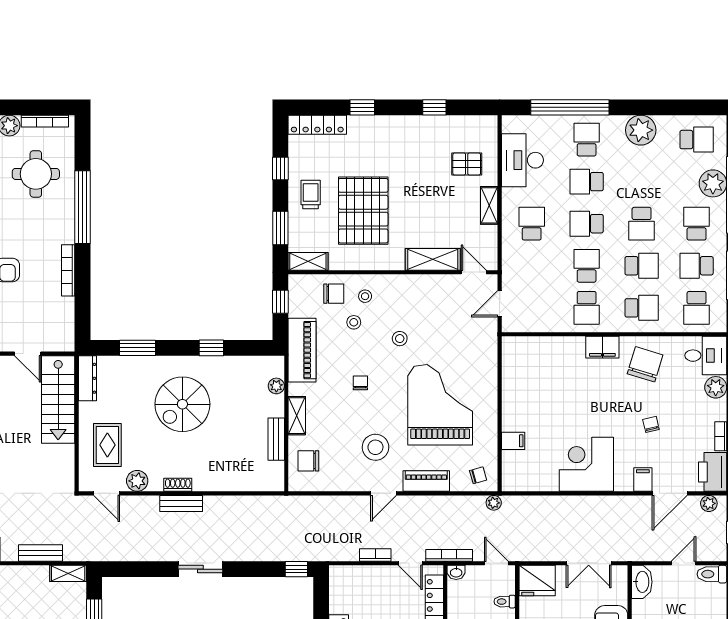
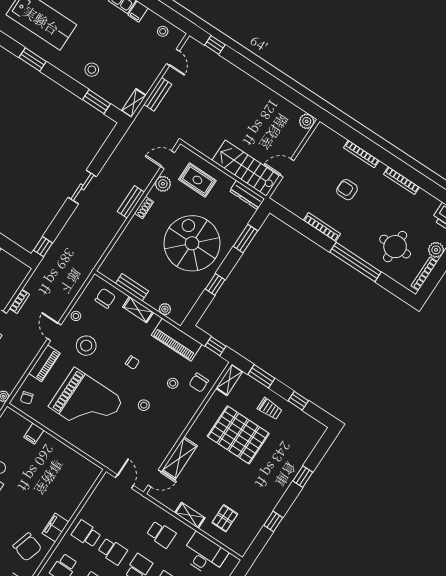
locker: (317, 125) -> (310, 442), removed
stool: (365, 296) -> (76, 316), moved
spiral stairs: (182, 404) -> (192, 243), width x1.37, depth x1.37

